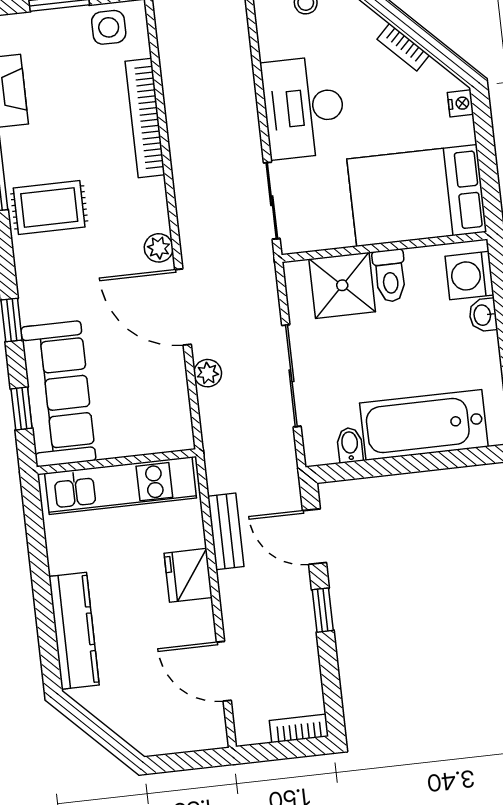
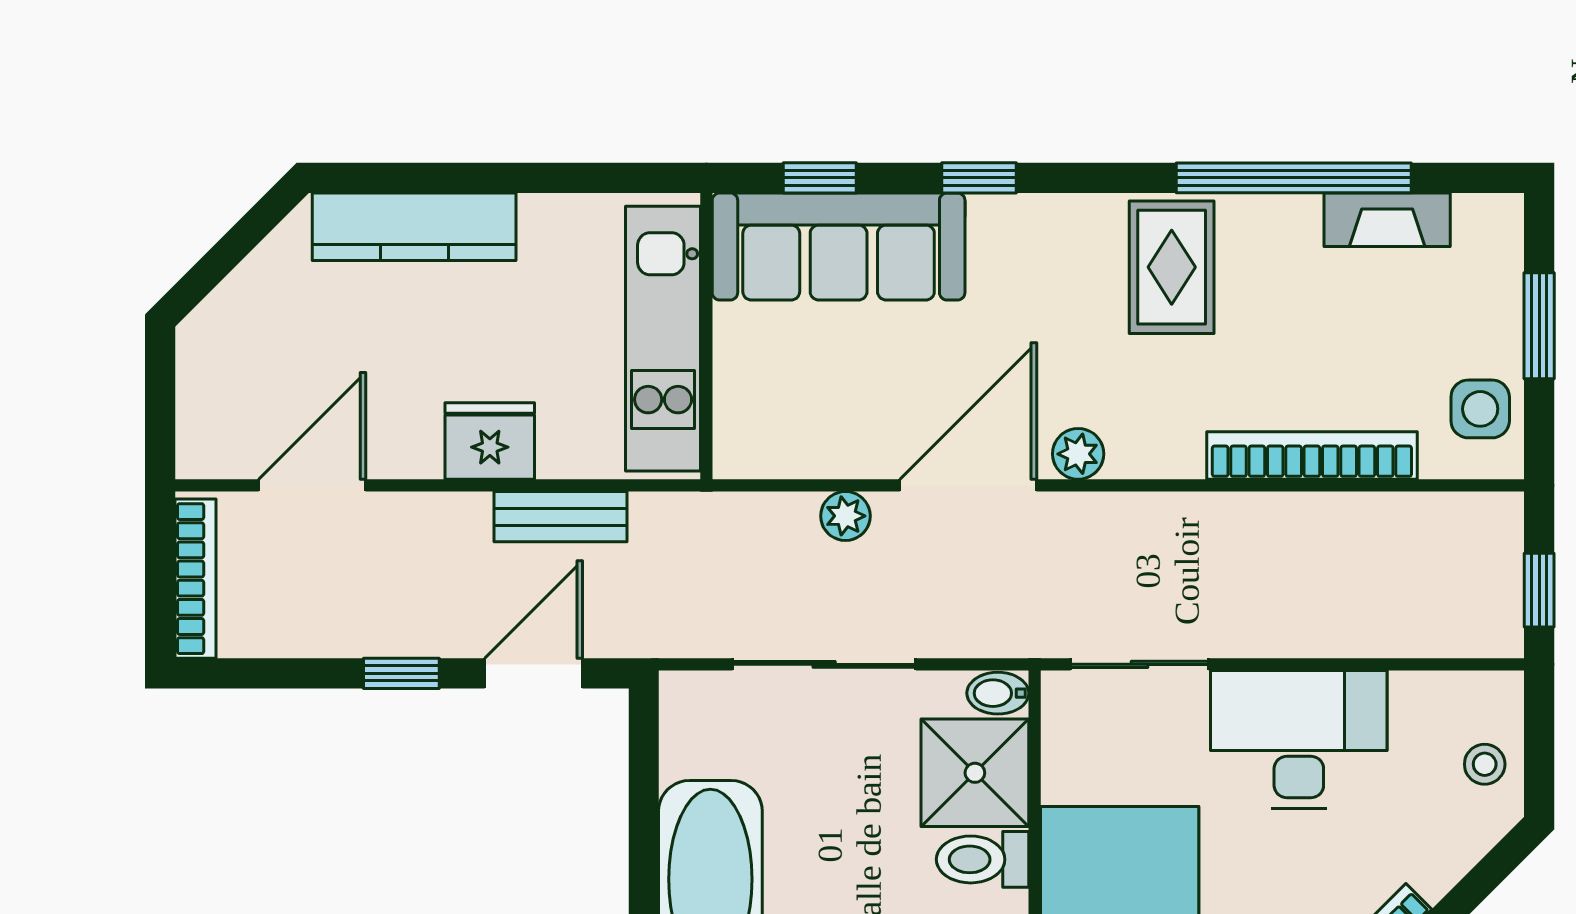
bidet: (350, 445) -> (998, 693), moved, turned 180
bookcase: (299, 728) -> (195, 579), width x1.56

